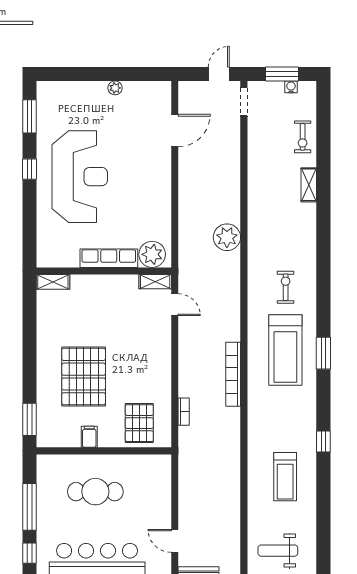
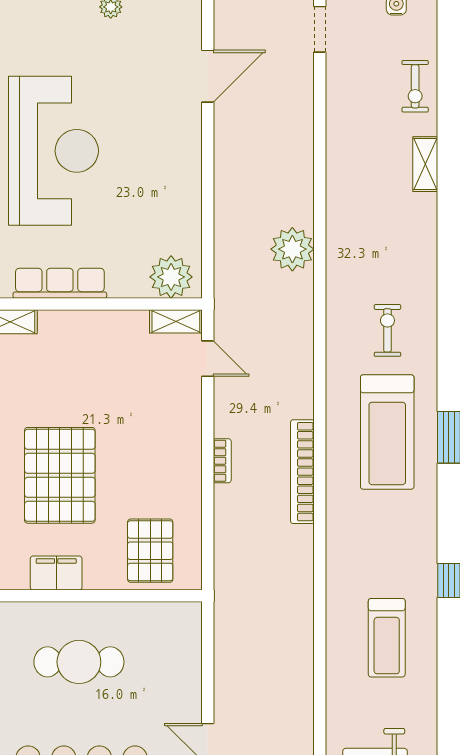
row of seats: (109, 258) -> (60, 283), moved
bookcase: (184, 412) -> (222, 461), moved
filing cabinet: (89, 437) -> (56, 573), width x2.00

